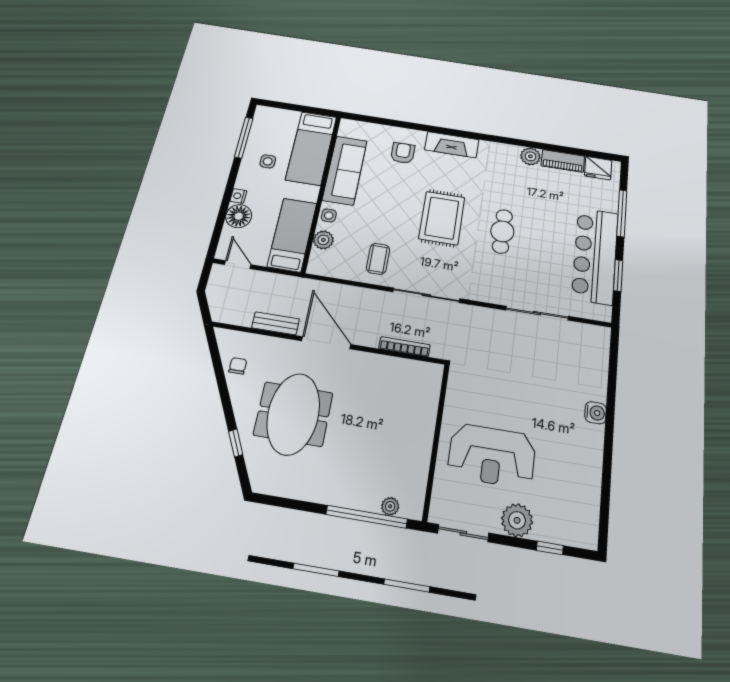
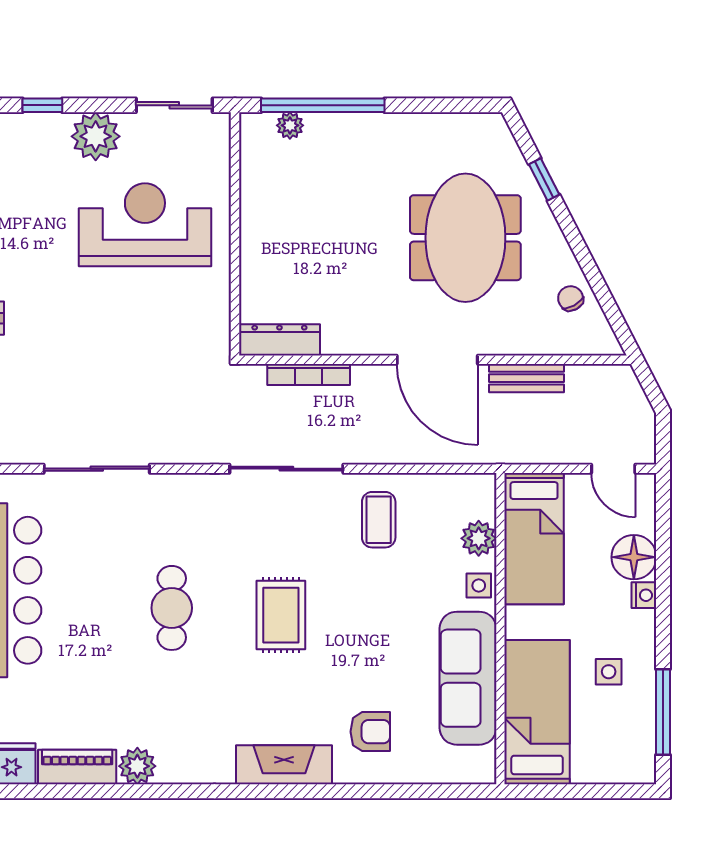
armchair: (403, 153) -> (370, 732), turned -90
rug: (442, 218) -> (281, 615), width x0.73, depth x0.70
chair: (238, 366) -> (571, 298), turned 151
dresser: (419, 370) -> (279, 340), added

